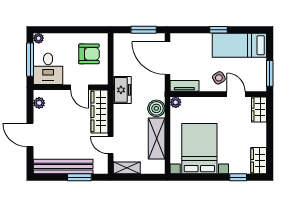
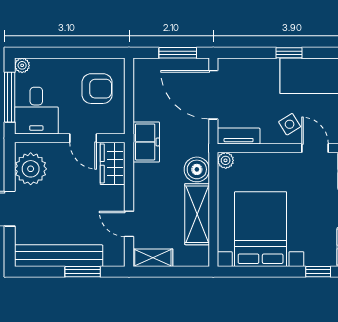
plant: (39, 103) -> (31, 169), width x1.88, depth x1.88
wardrobe: (100, 112) -> (113, 163), width x0.67

